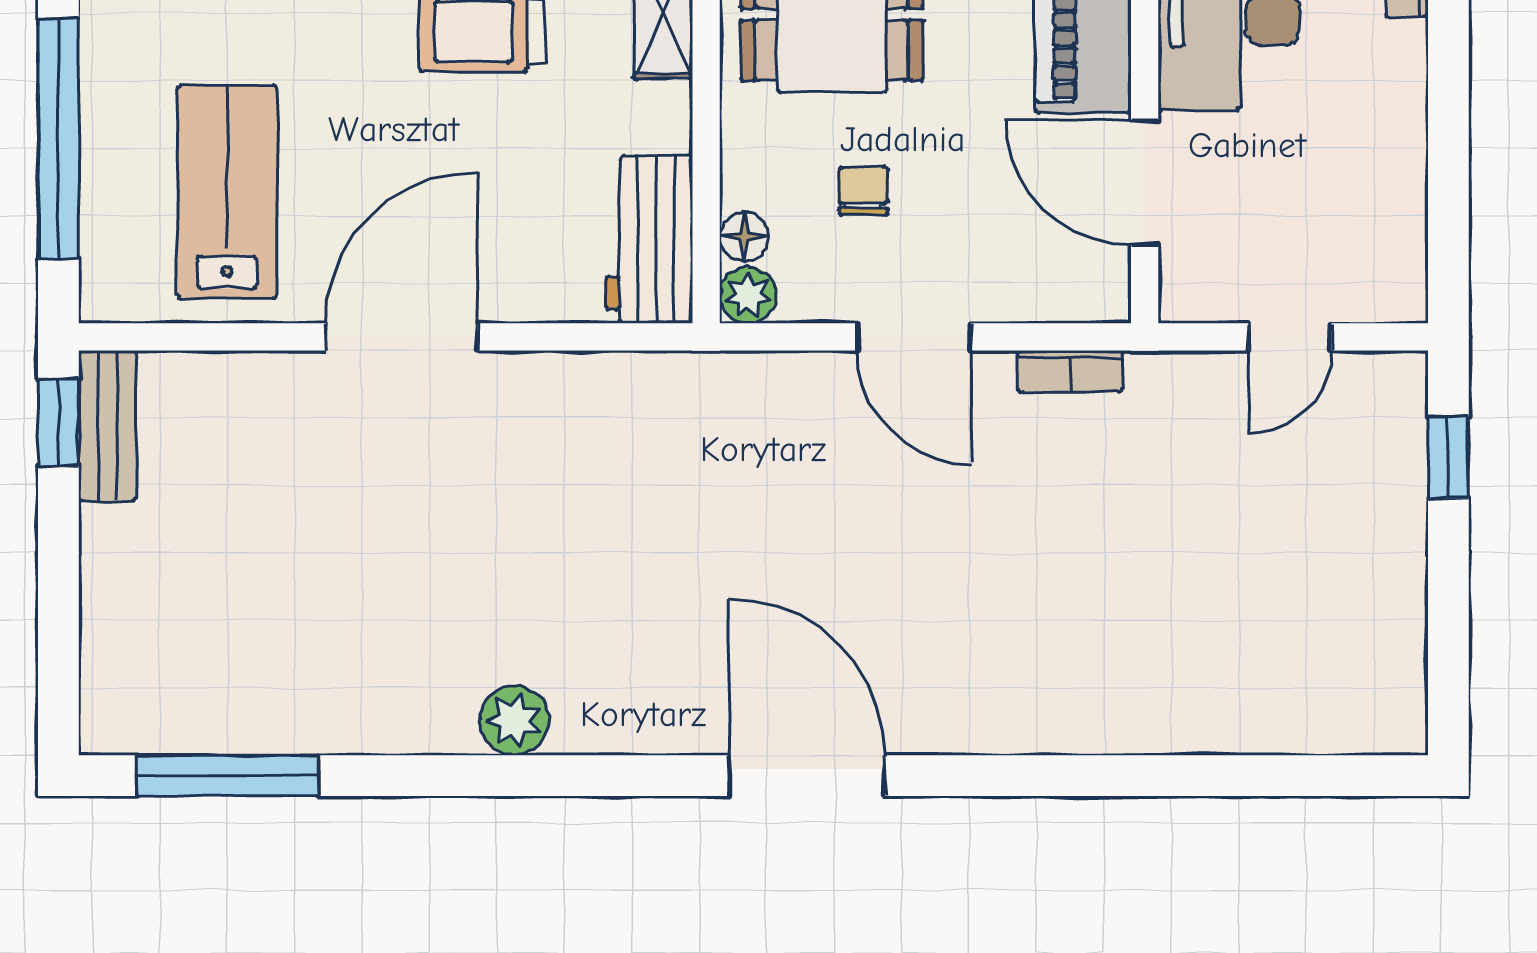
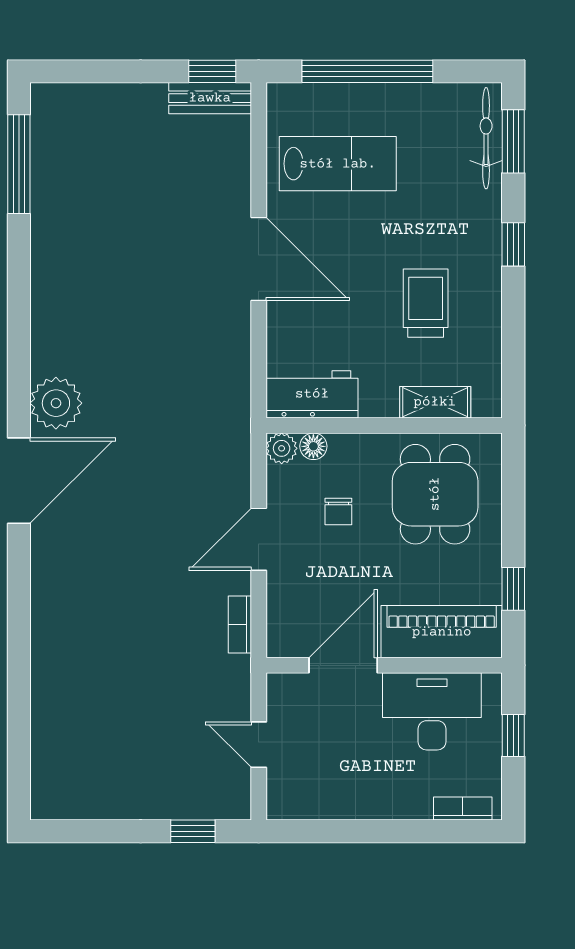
chair: (863, 191) -> (338, 512), turned 90
plant: (515, 720) -> (56, 403), moved, width x1.36, depth x1.36

